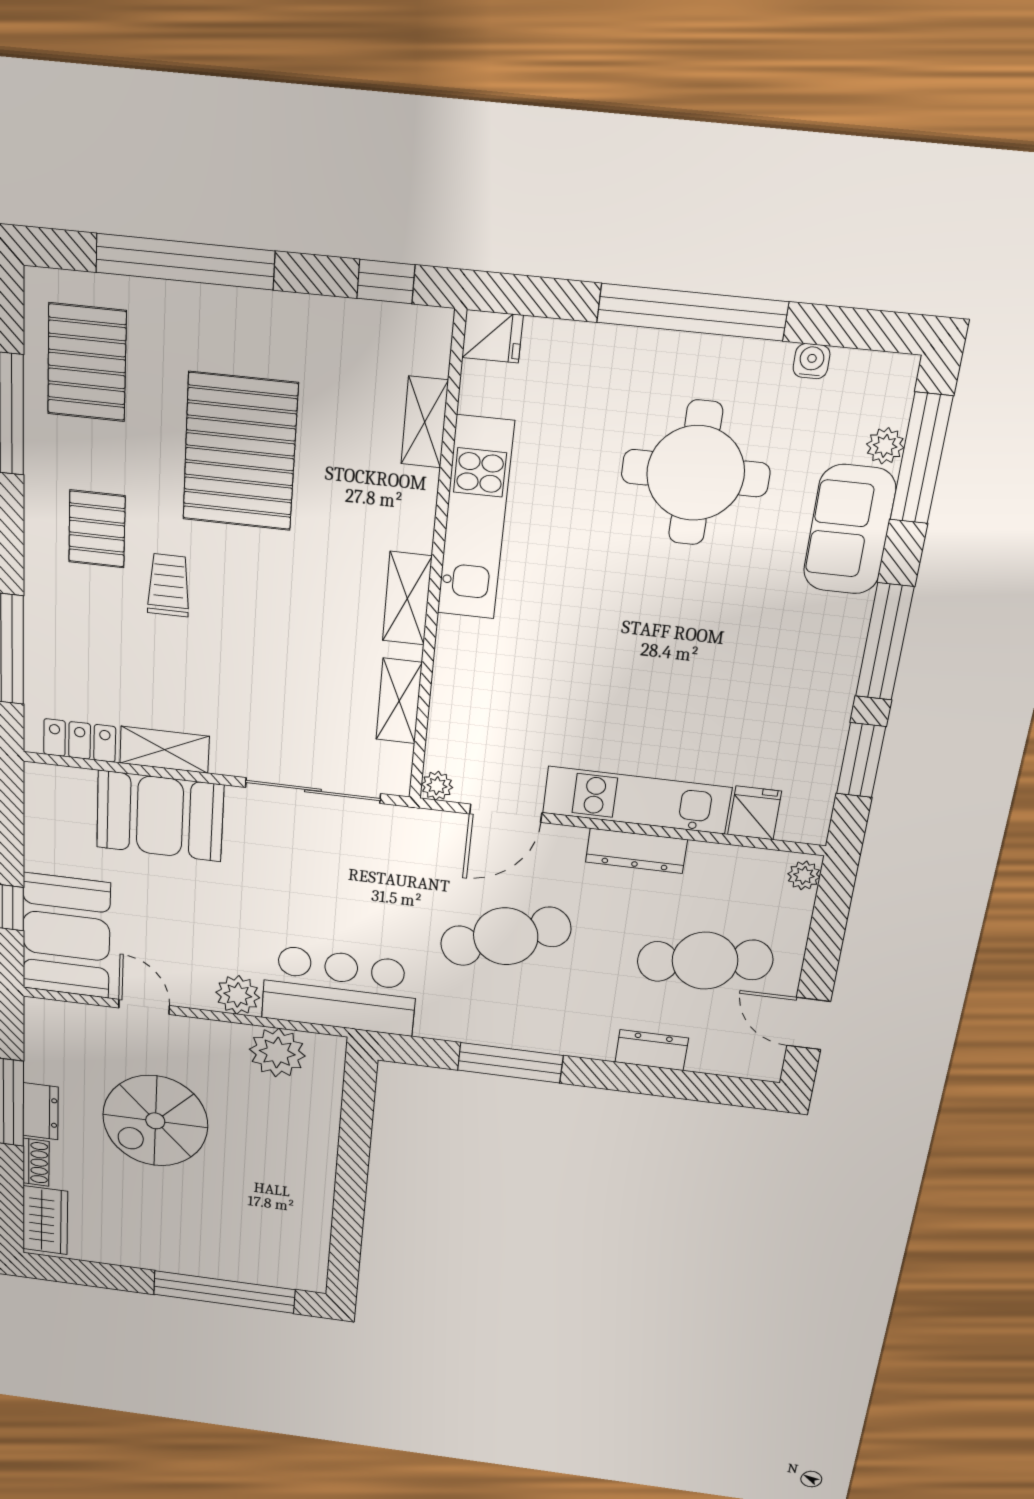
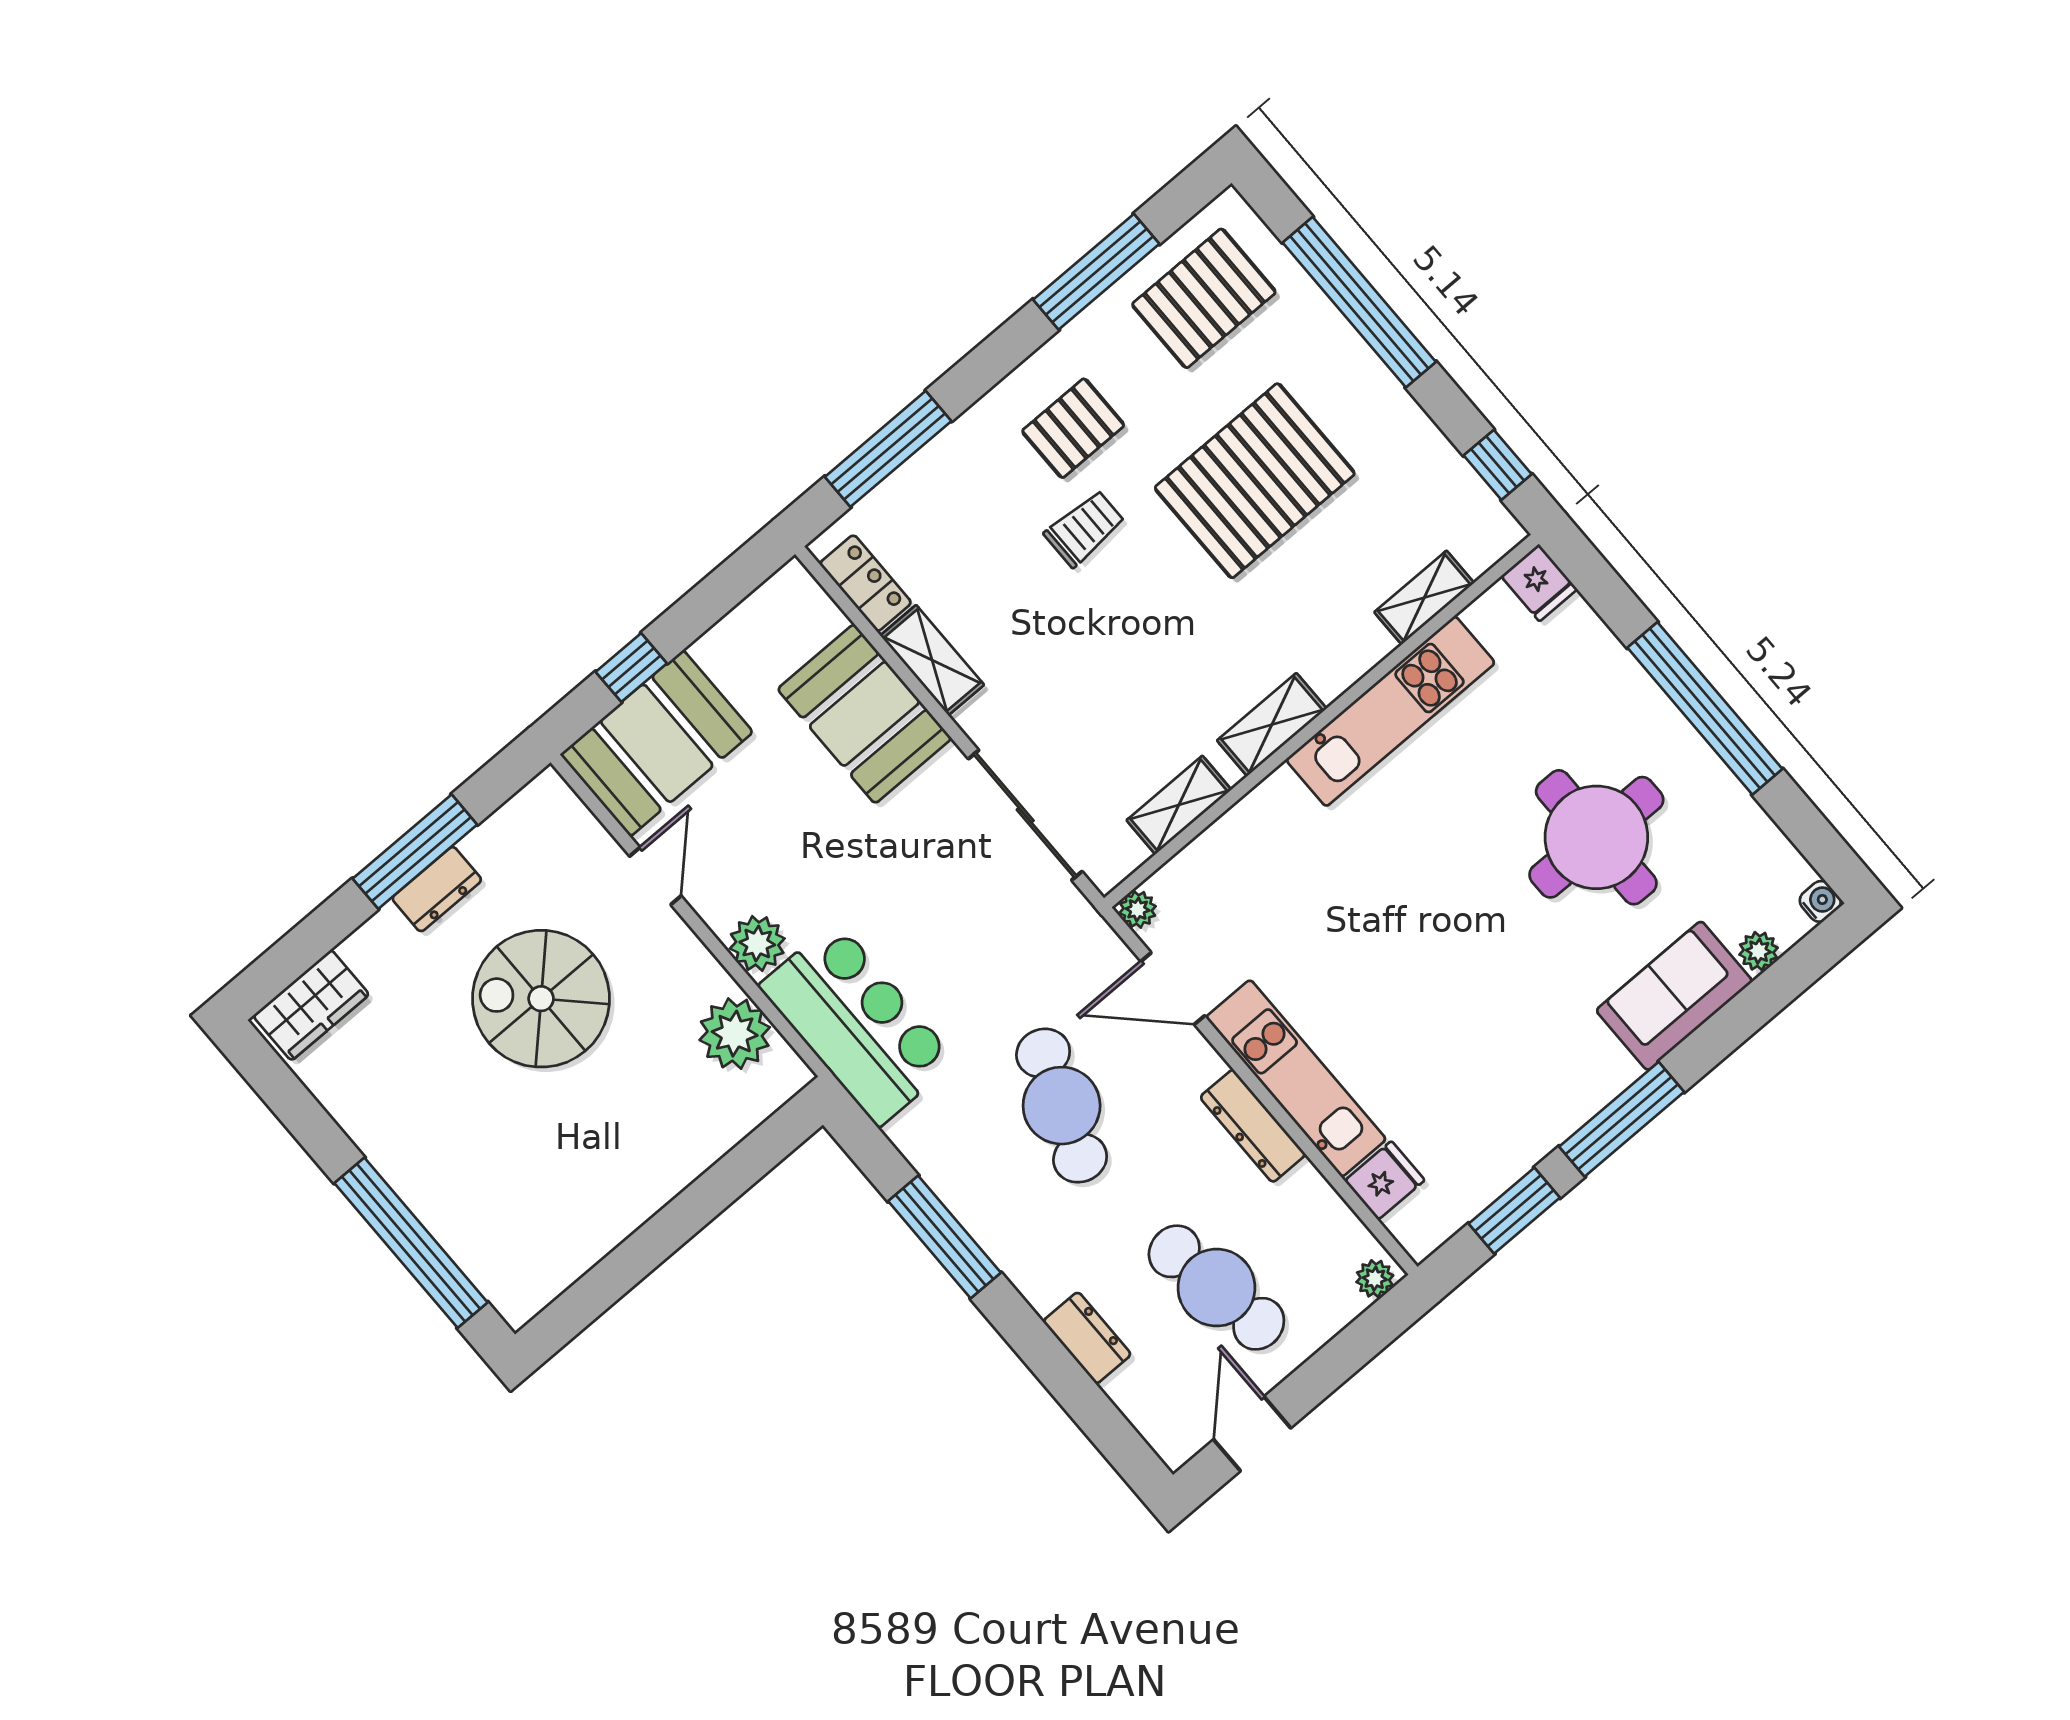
water cooler: (811, 361) -> (1820, 901), moved
window: (921, 458) -> (1777, 987), removed
cafe table: (506, 936) -> (1062, 1106), turned 42
shoe rack: (36, 1162) -> (372, 937), removed

